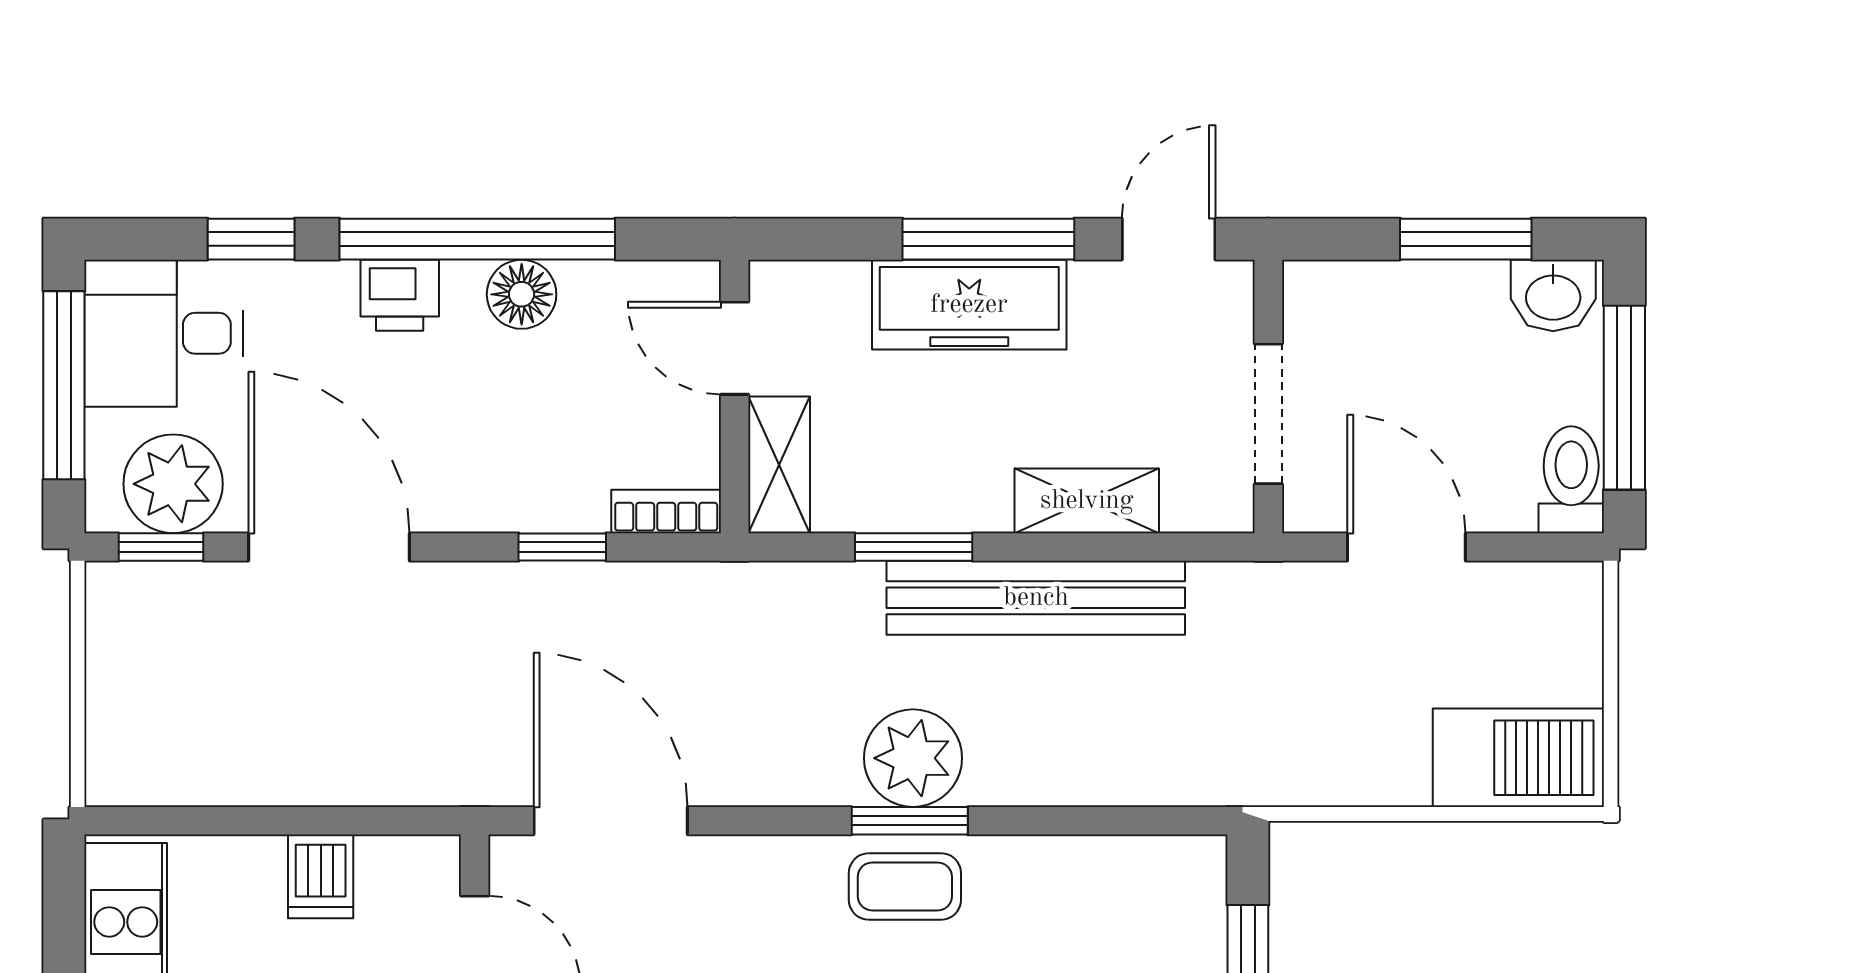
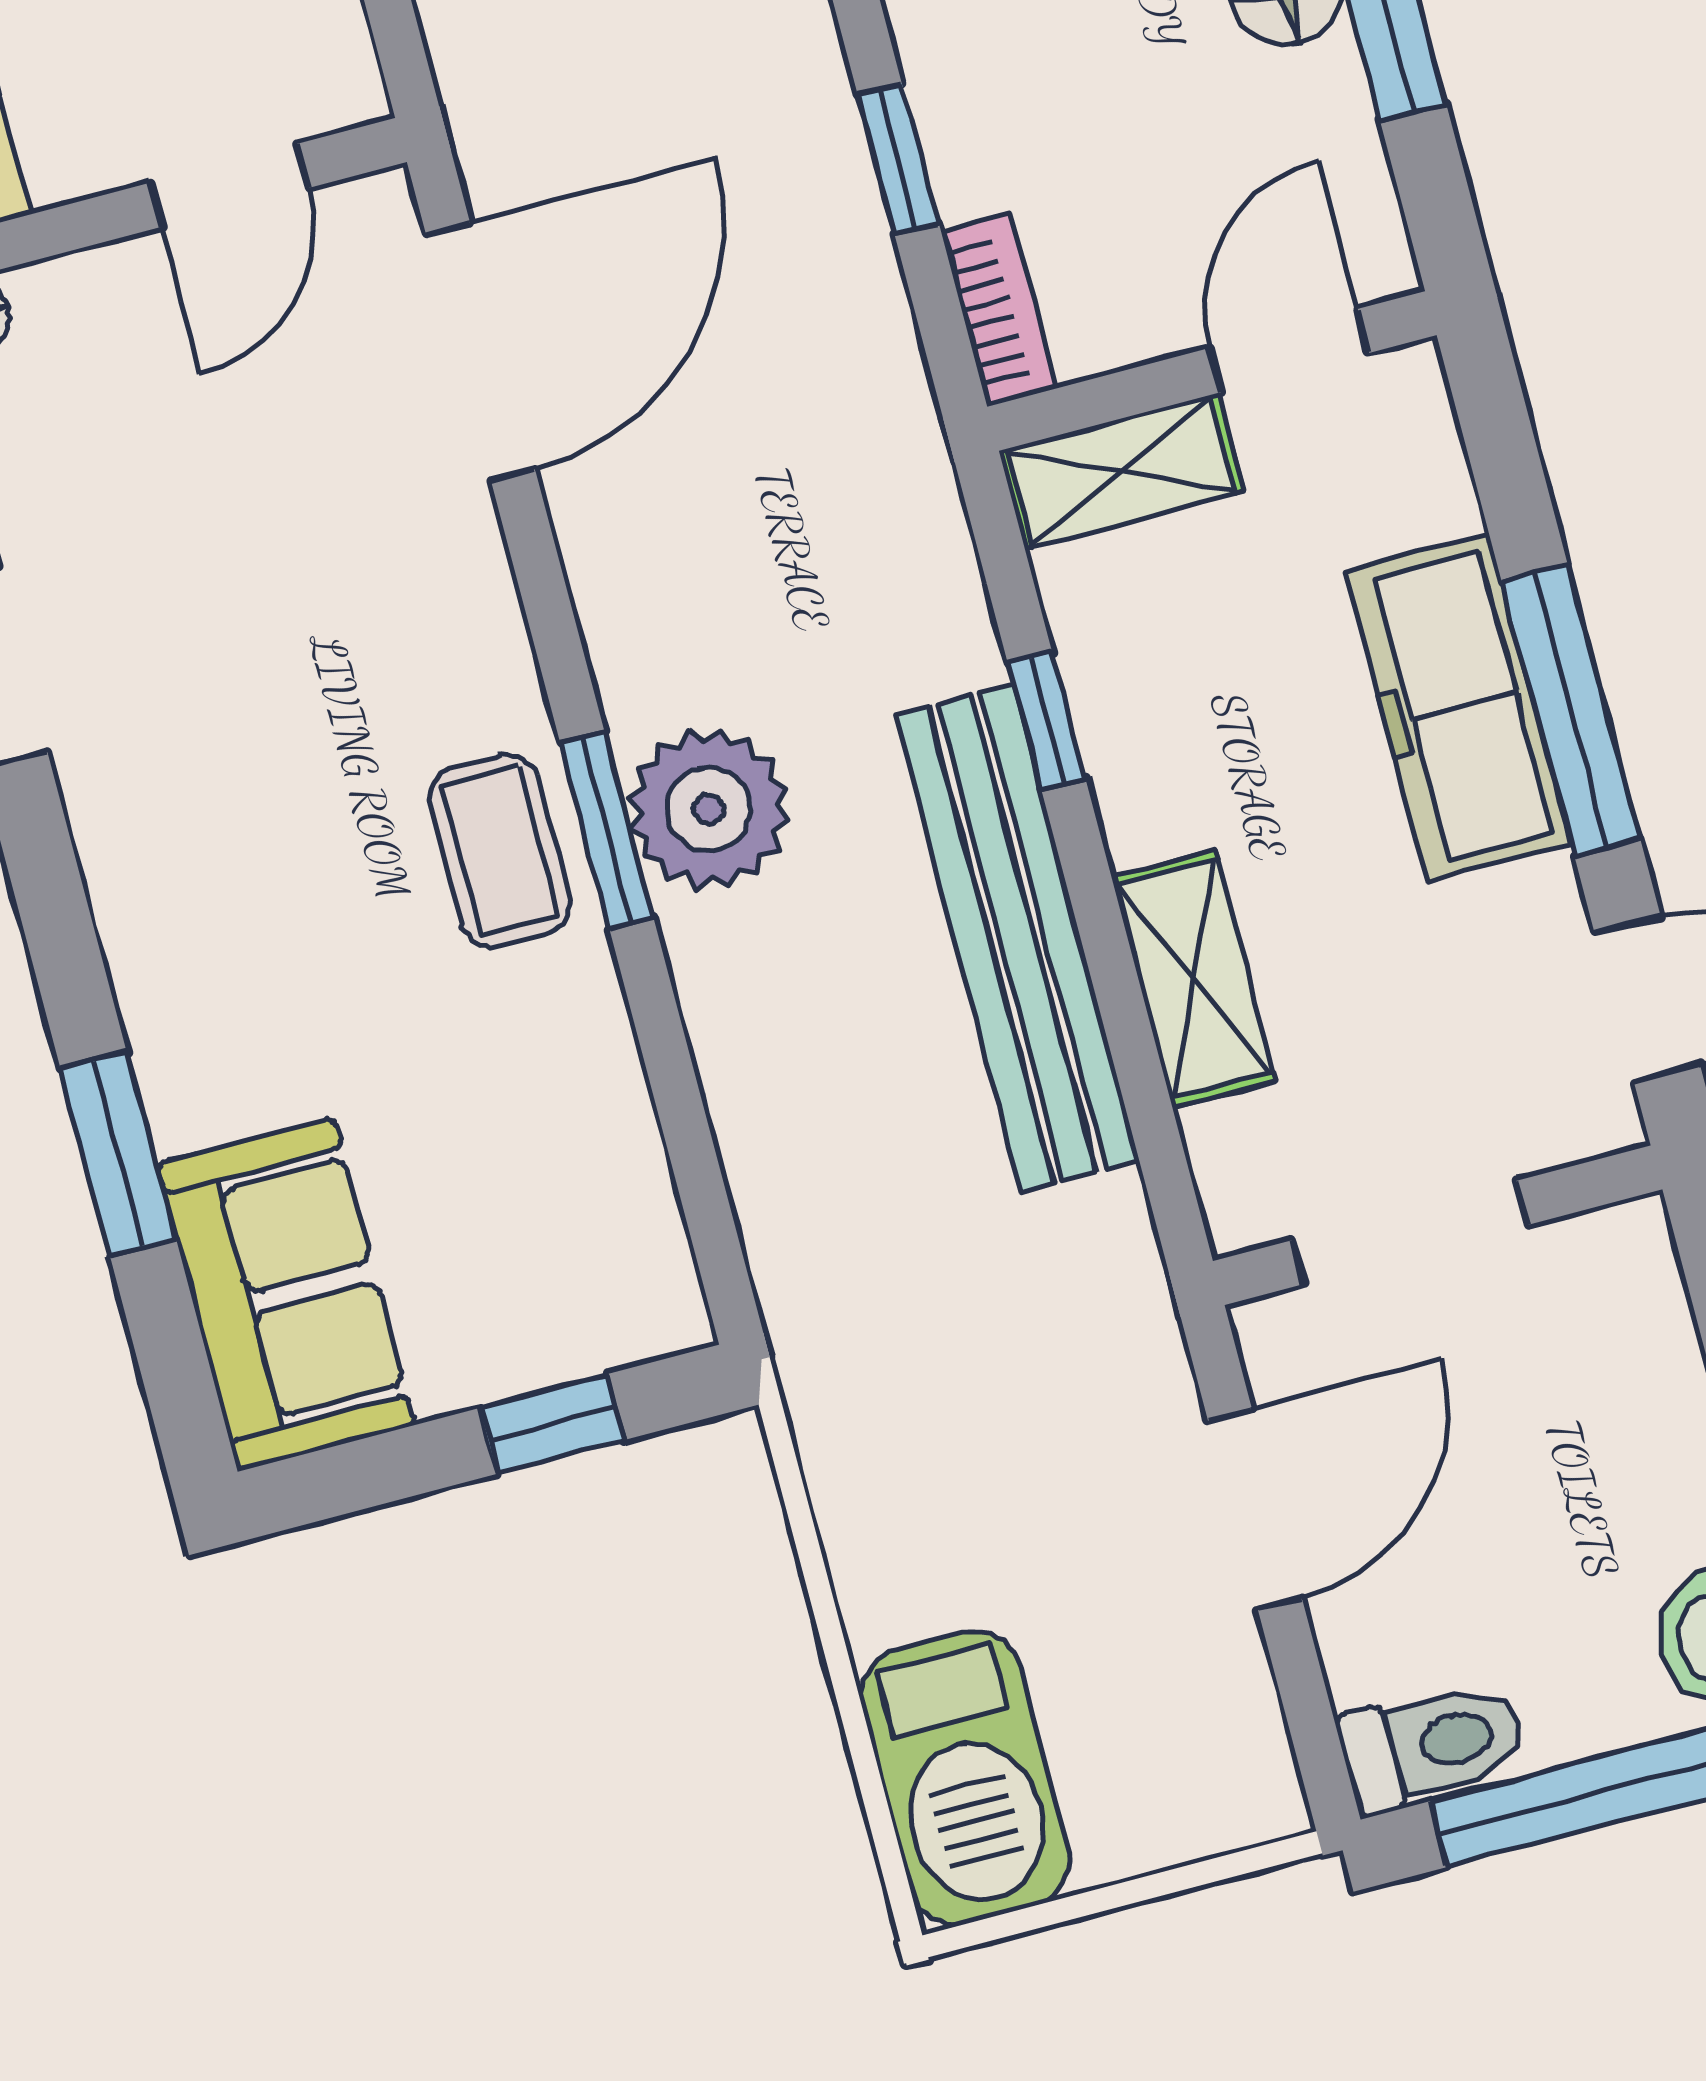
window: (914, 547) -> (1047, 721), width x0.67

